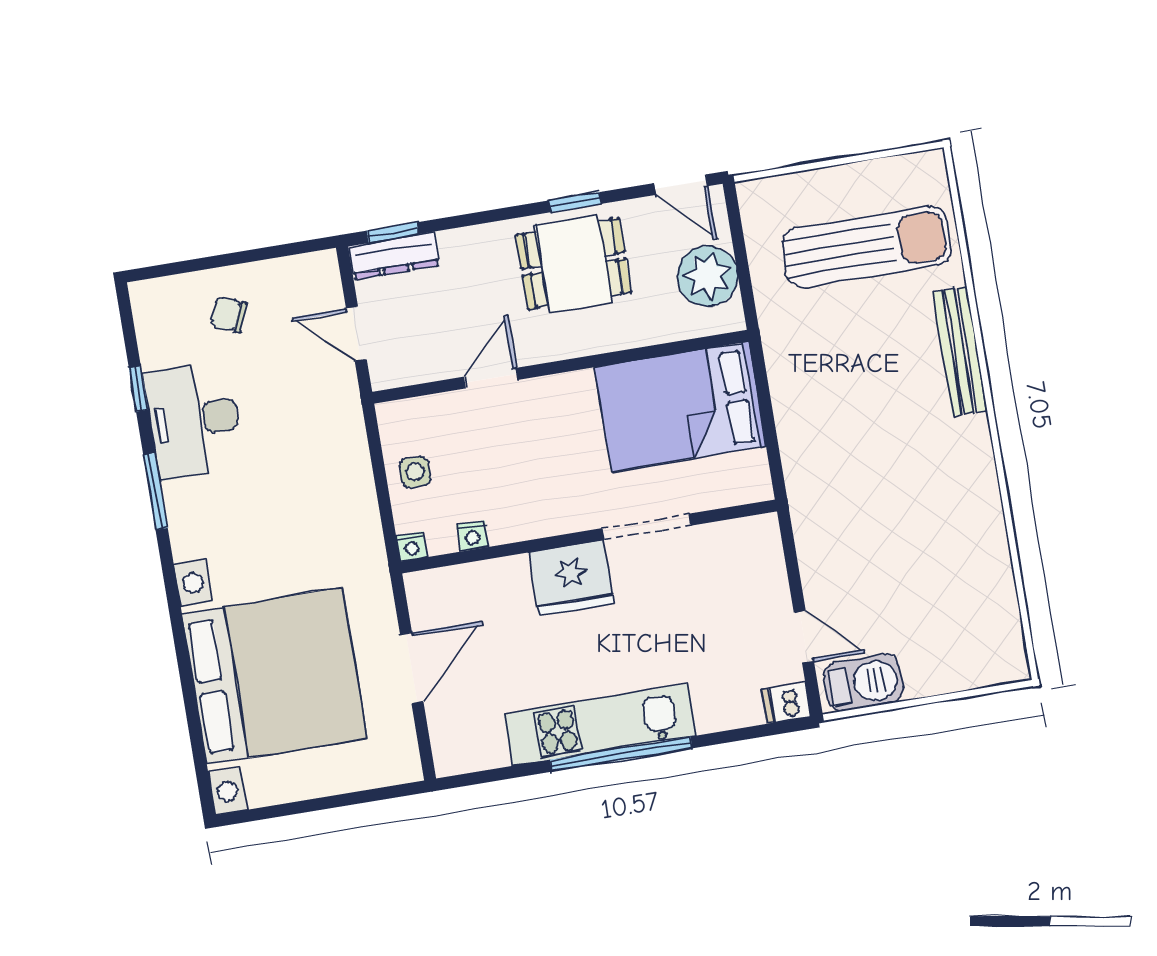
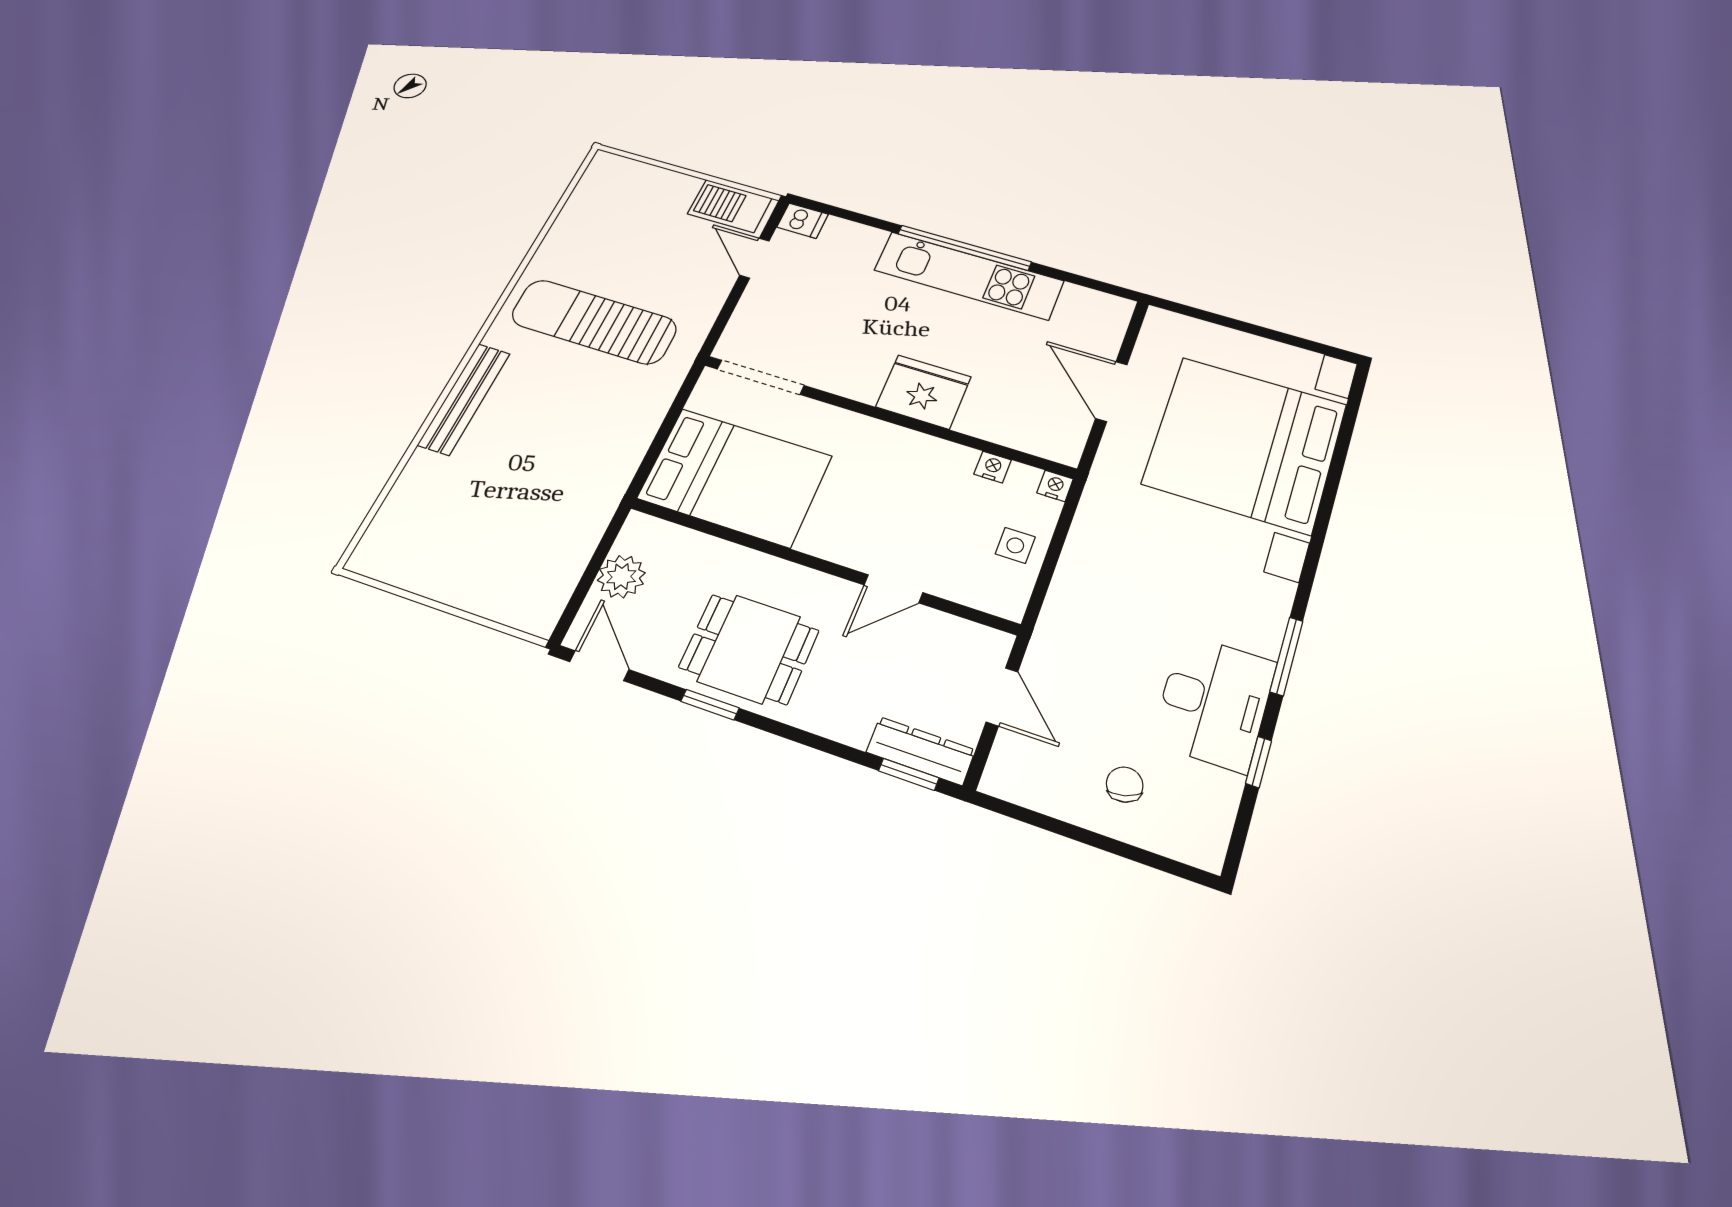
sun lounger: (867, 247) -> (594, 322), moved
plant: (707, 276) -> (621, 577), width x0.73, depth x0.73
chair: (229, 315) -> (1125, 785), turned -129
doorway: (646, 527) -> (760, 377), moved
door: (412, 668) -> (1111, 391), hinge flipped

